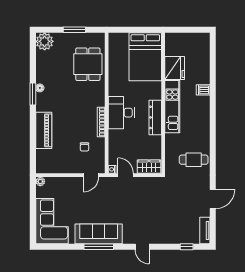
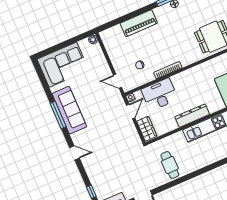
desk: (121, 113) -> (160, 94), moved
door: (142, 247) -> (75, 153), swing flipped

